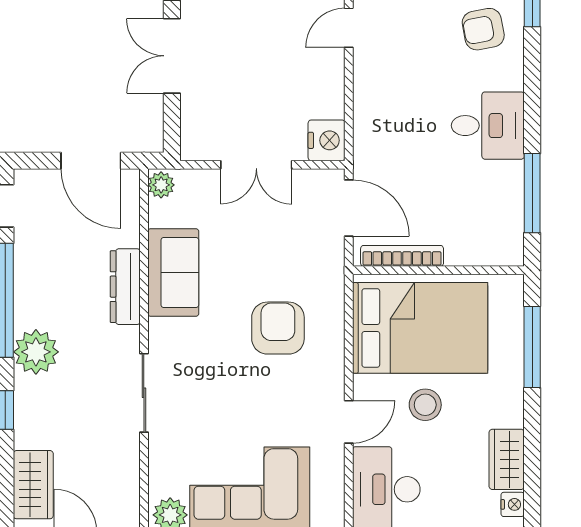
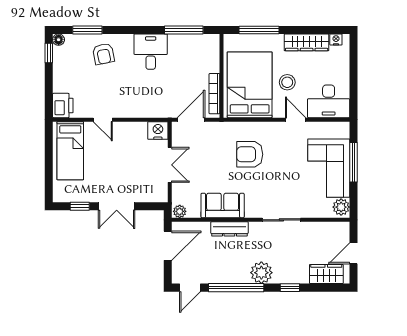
wardrobe: (507, 459) -> (307, 42), width x1.50

